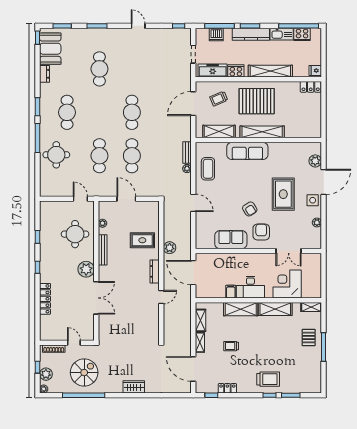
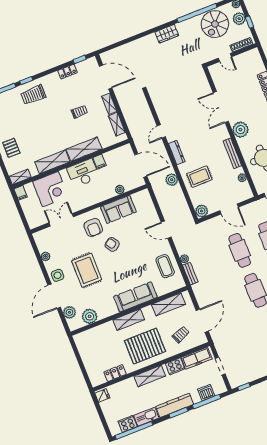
shelving: (270, 71) -> (150, 376), width x0.68
locker: (311, 87) -> (115, 373), moved
shelving: (262, 132) -> (129, 320), width x0.68
plant: (298, 150) -> (90, 316), added
plant: (153, 207) -> (202, 211), added
plant: (222, 258) -> (120, 190), added
filing cabinet: (317, 292) -> (21, 193), added
spiral stairs: (84, 373) -> (215, 24), moved
wardrobe: (134, 387) -> (167, 34), moved

